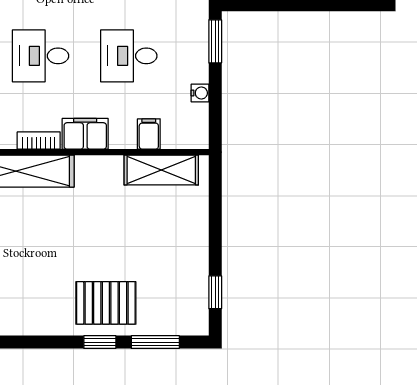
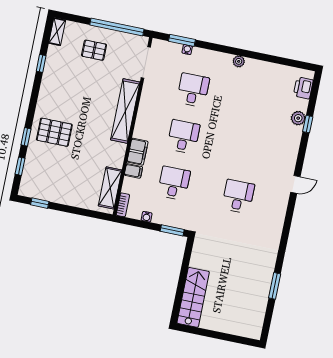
filing cabinet: (149, 134) -> (133, 171), moved
bookcase: (39, 141) -> (123, 205), moved
pallet: (106, 303) -> (54, 132), moved, turned 90
window: (155, 342) -> (20, 166), width x0.67

